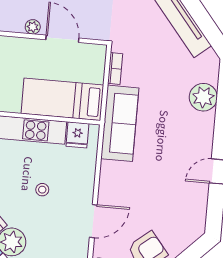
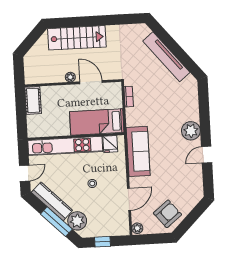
plant: (203, 97) -> (191, 131), moved
sofa: (120, 123) -> (138, 151), moved

